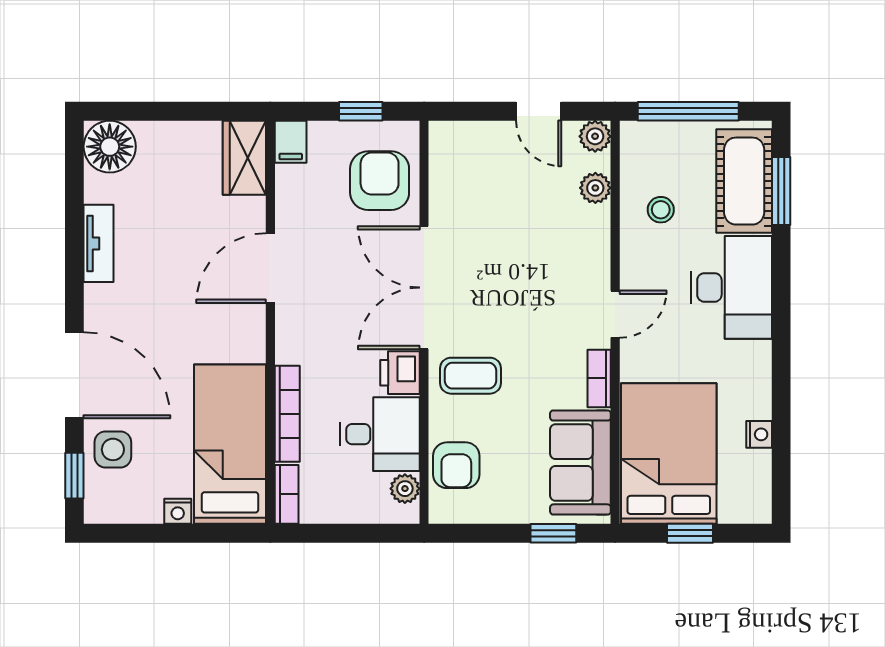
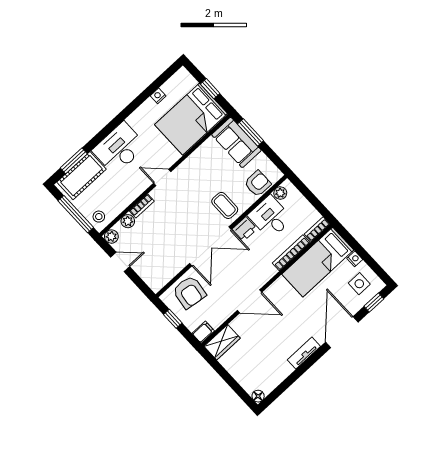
door: (539, 111) -> (120, 262), hinge flipped
floor lamp: (110, 147) -> (258, 396), width x0.53, depth x0.53
armchair: (380, 181) -> (189, 292), turned -82
stool: (661, 210) -> (99, 217), moved
tv unit: (99, 243) -> (304, 353), moved
bookcase: (599, 378) -> (142, 206), moved
side table: (113, 449) -> (359, 284), moved
sofa: (580, 462) -> (236, 142), moved, turned 90
window: (553, 533) -> (251, 132), width x1.50

